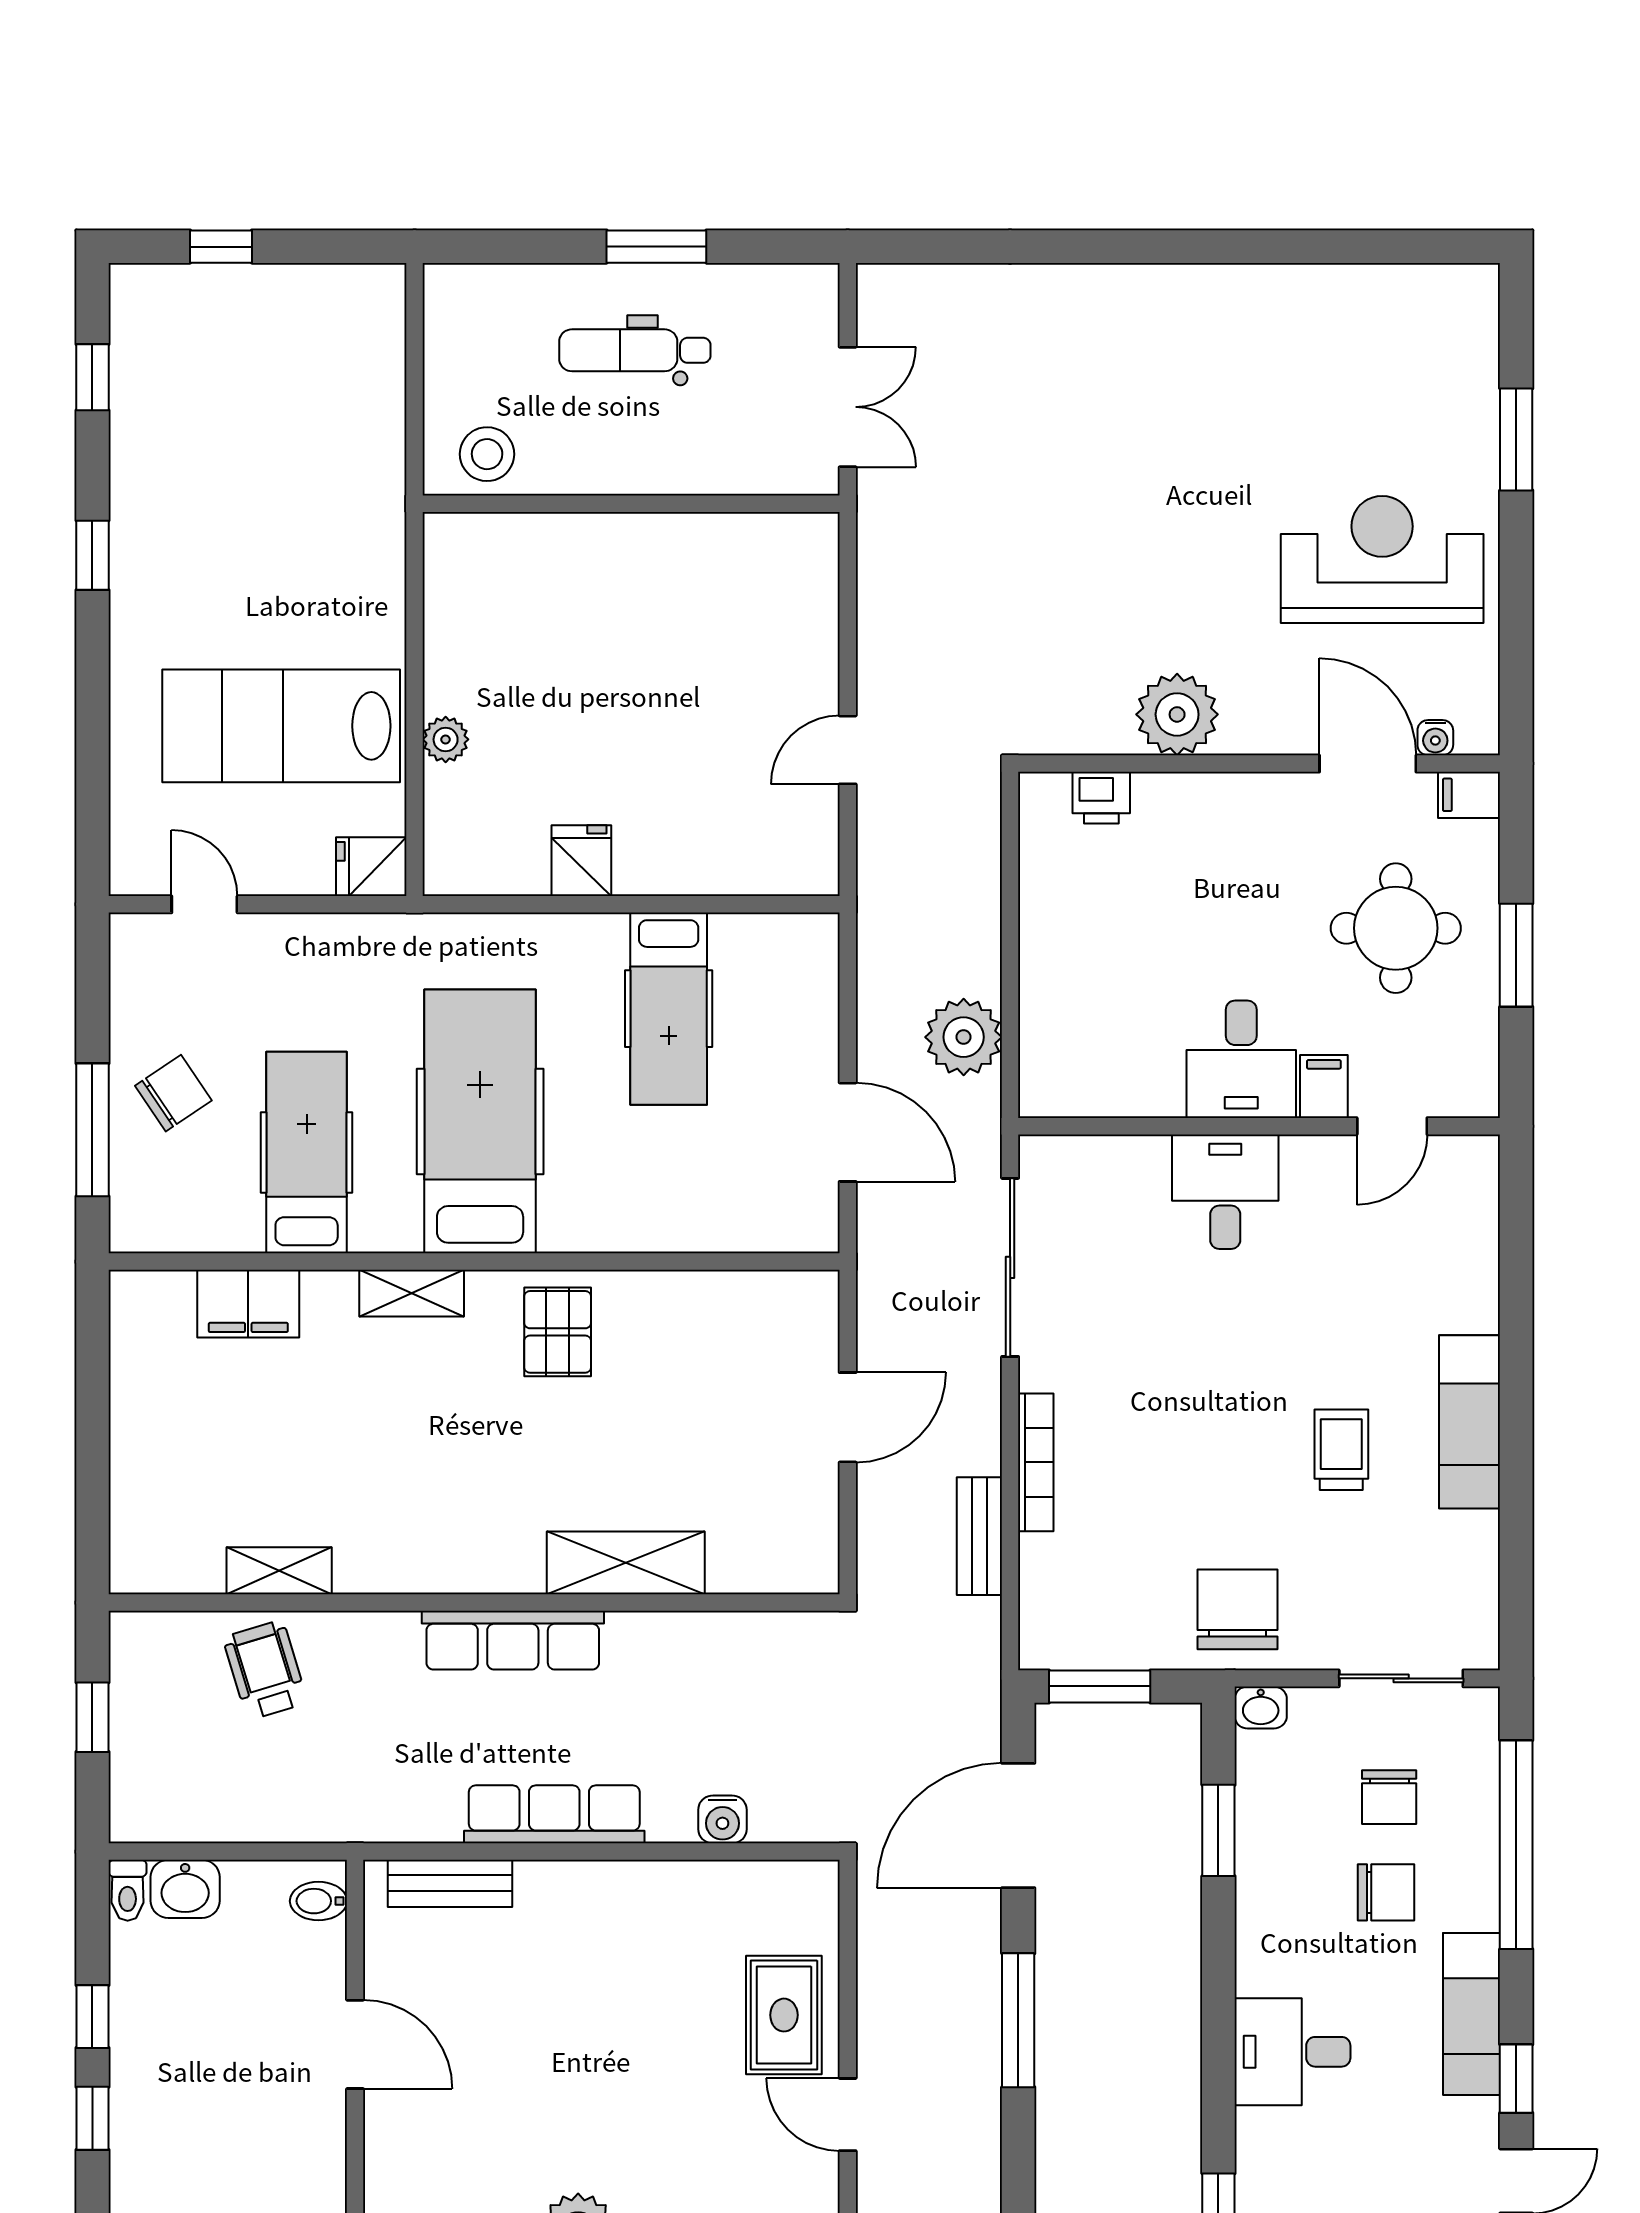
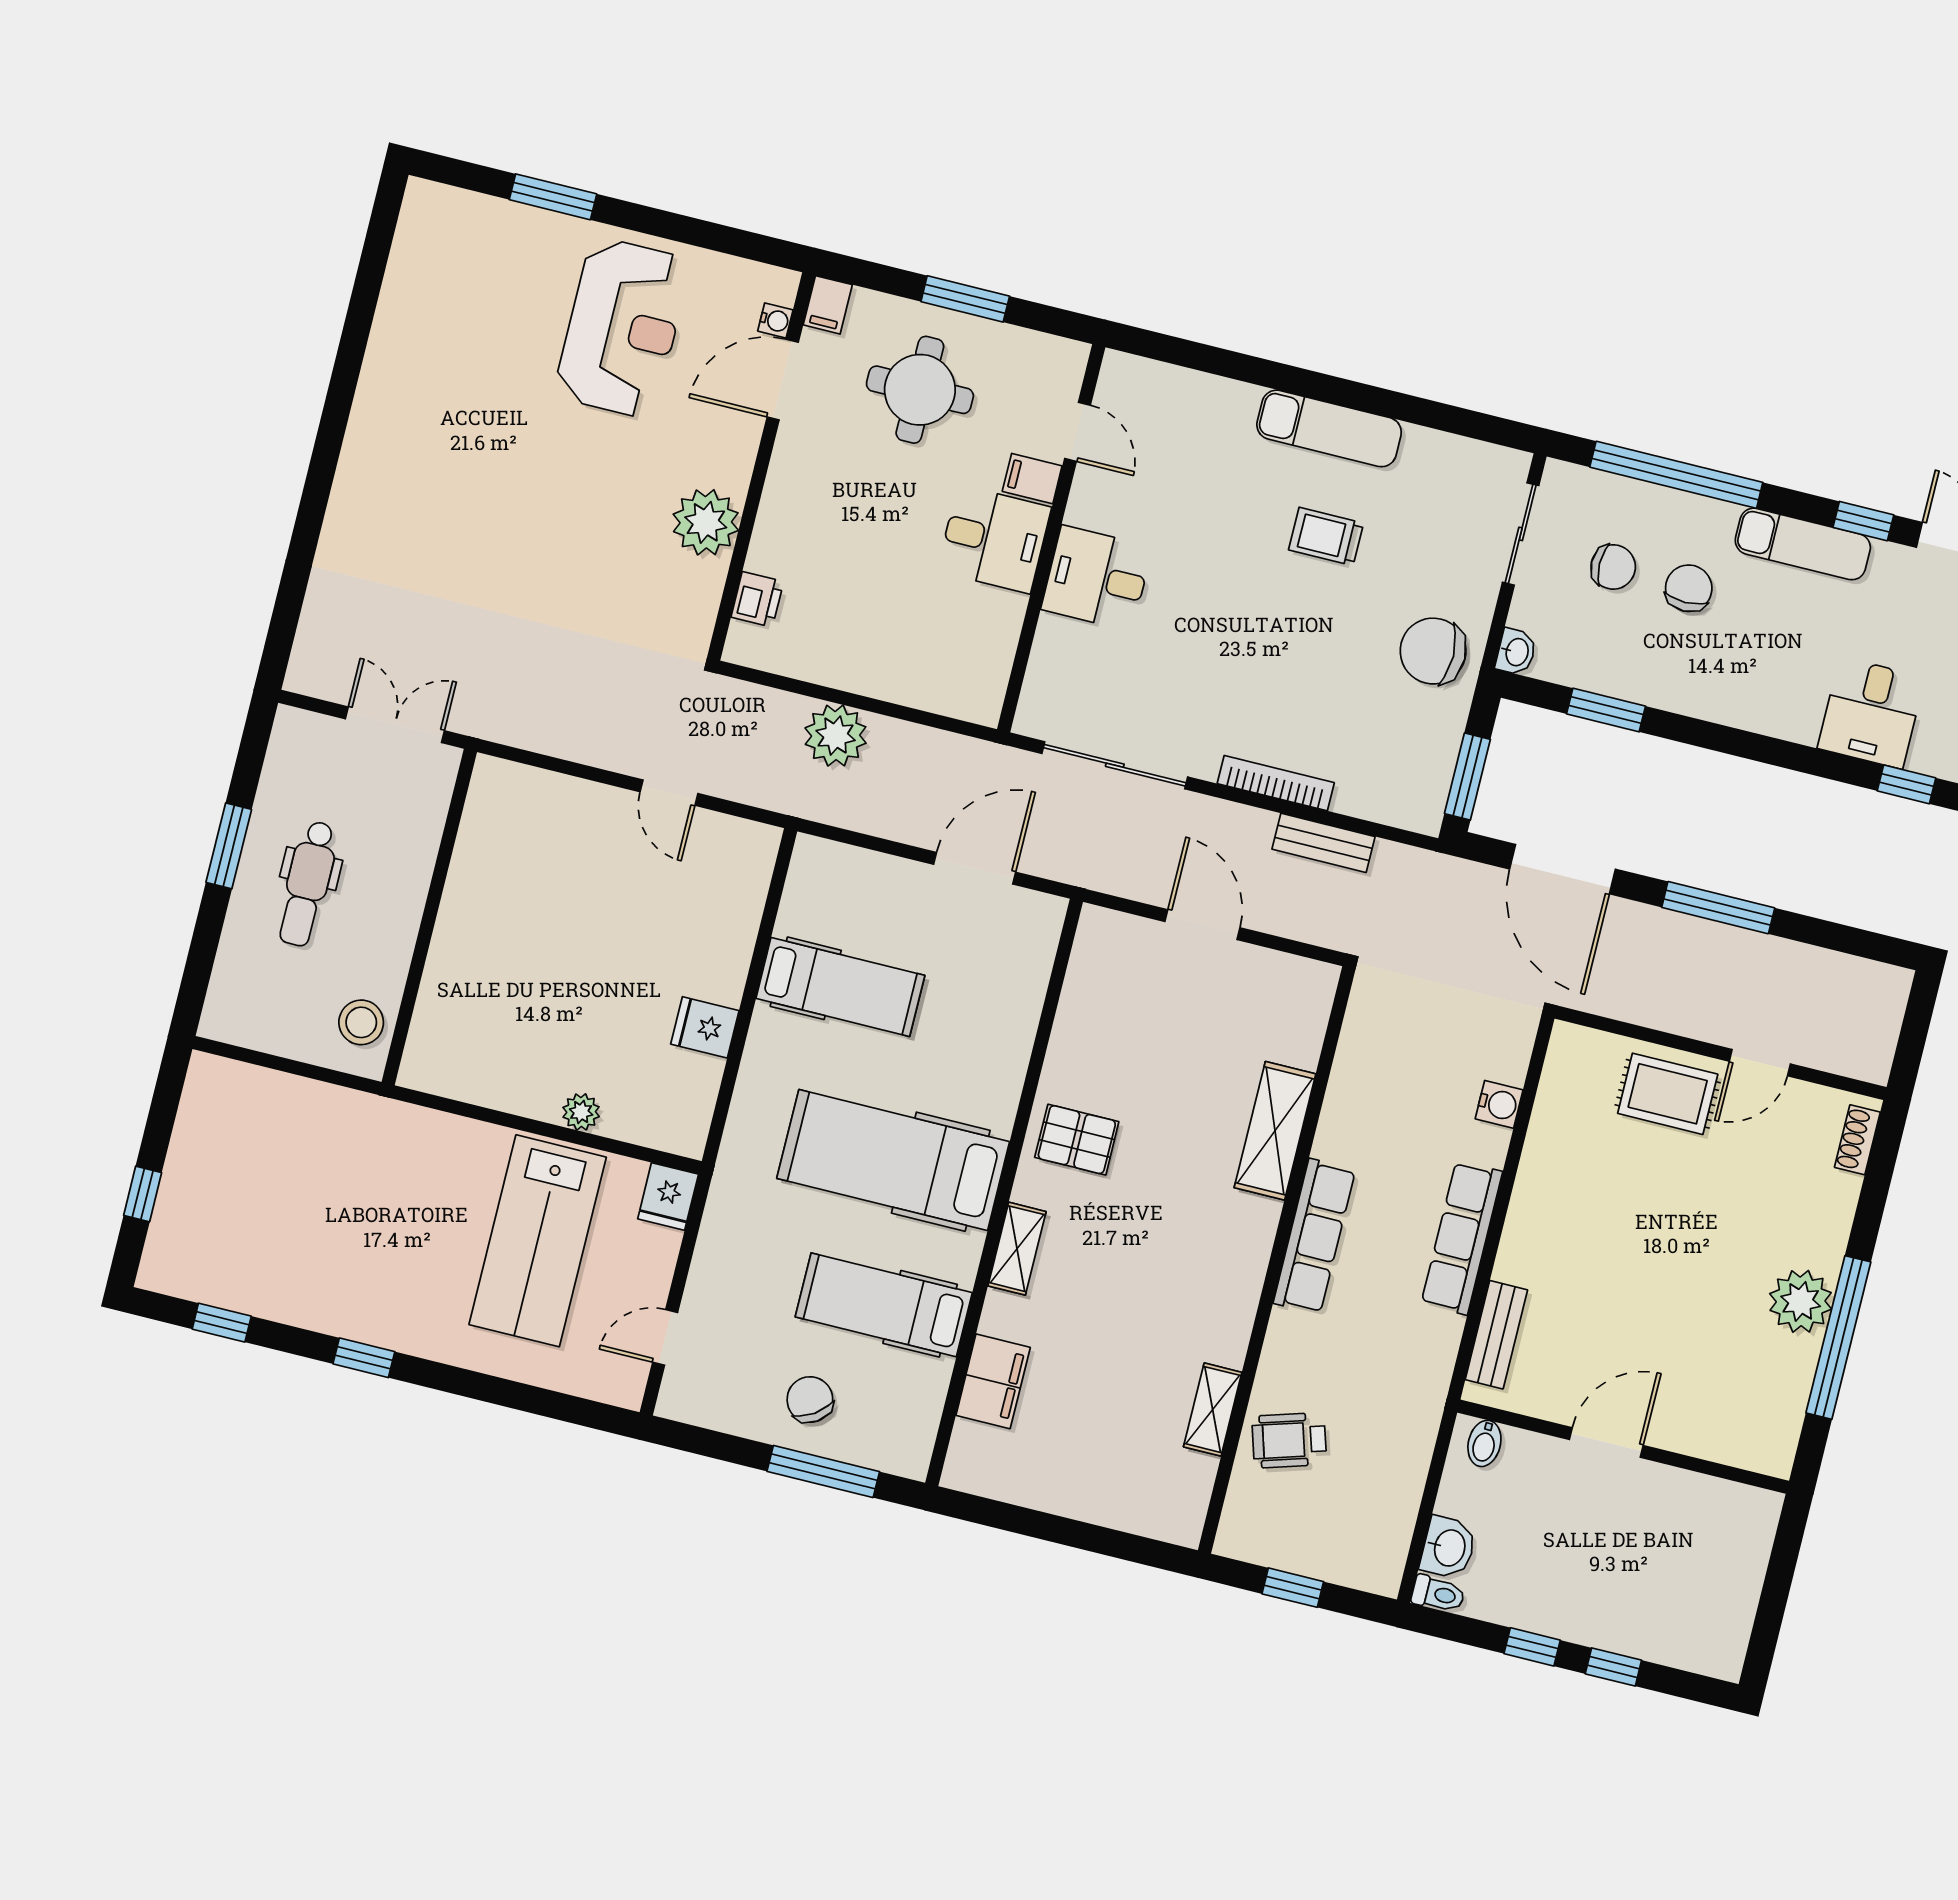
reception desk: (1382, 559) -> (622, 328), turned 180
plant: (964, 1037) -> (836, 736), moved
desk: (1292, 2052) -> (1871, 713), moved

